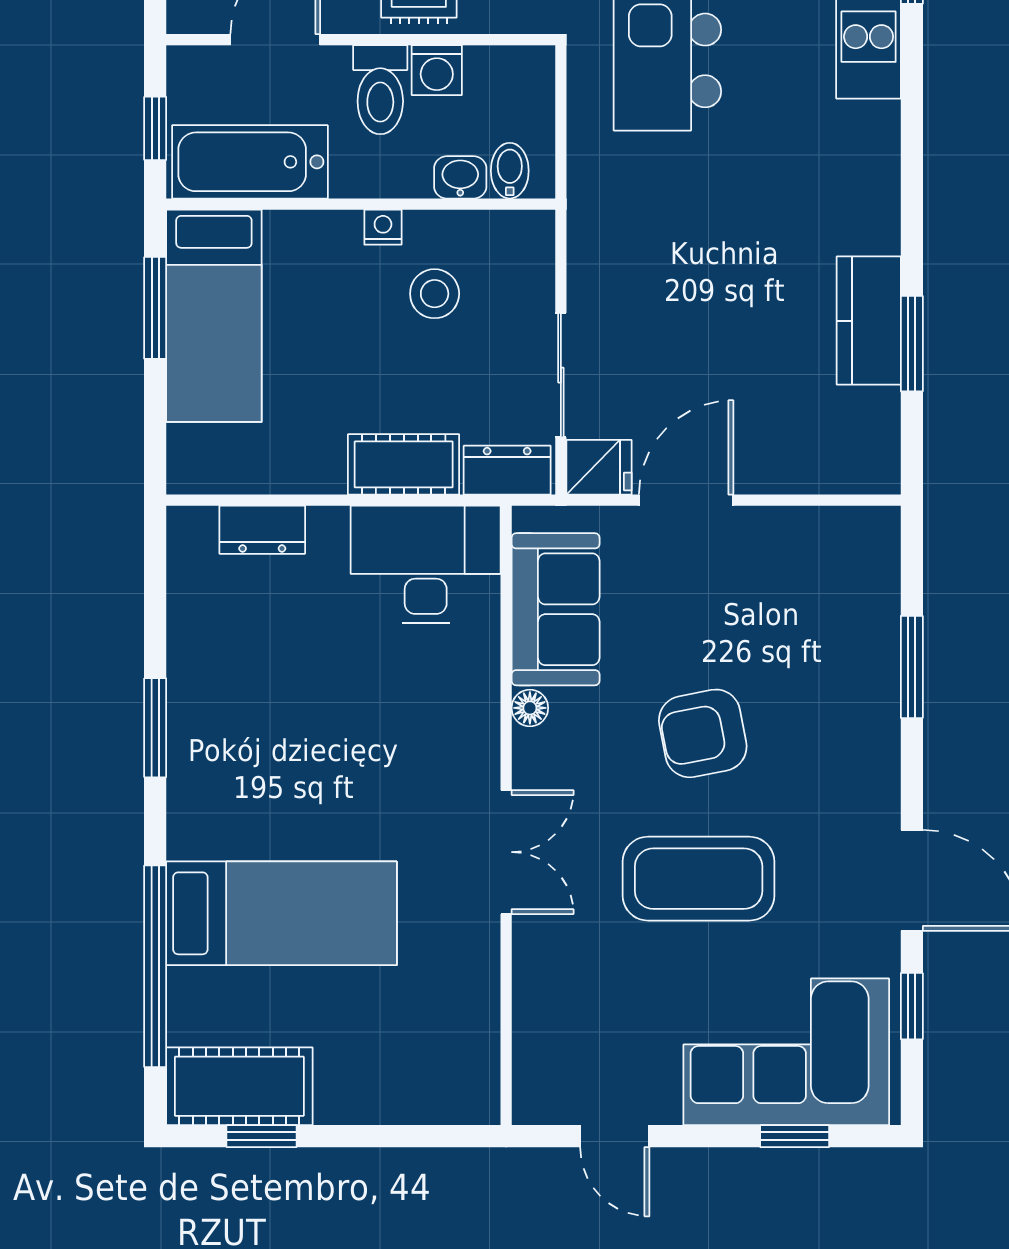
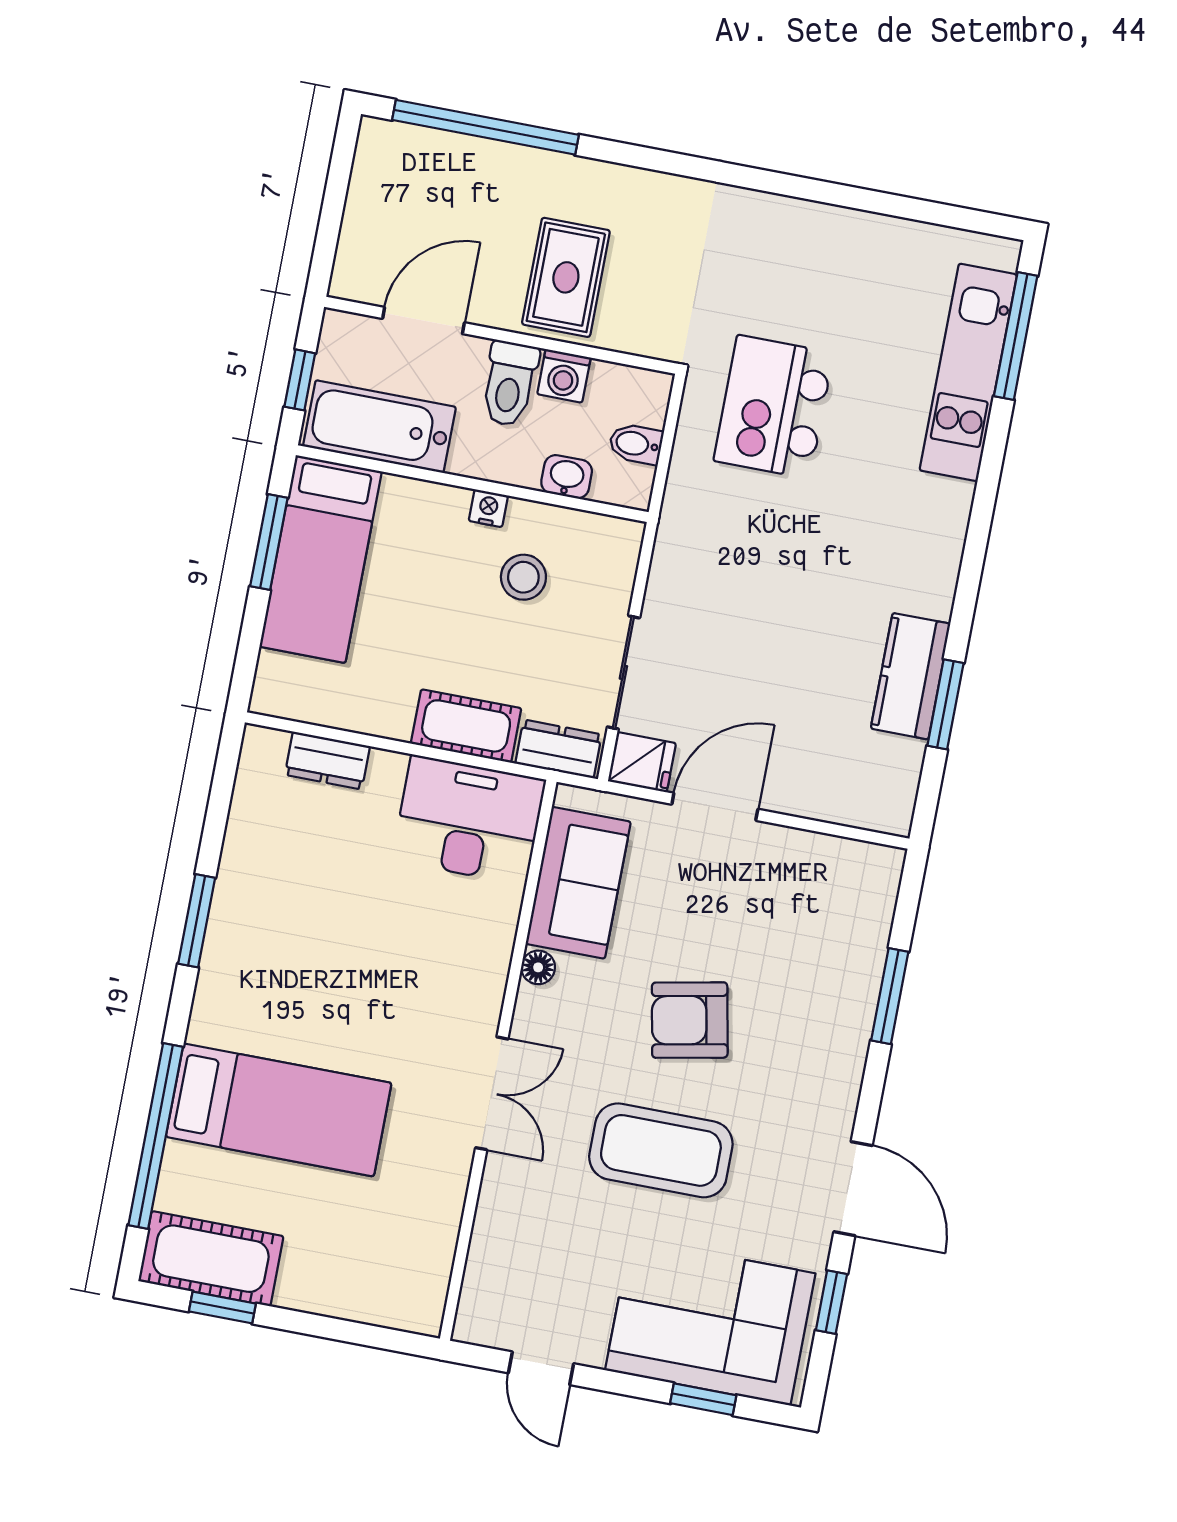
bidet: (510, 171) -> (636, 444), moved, turned -90

